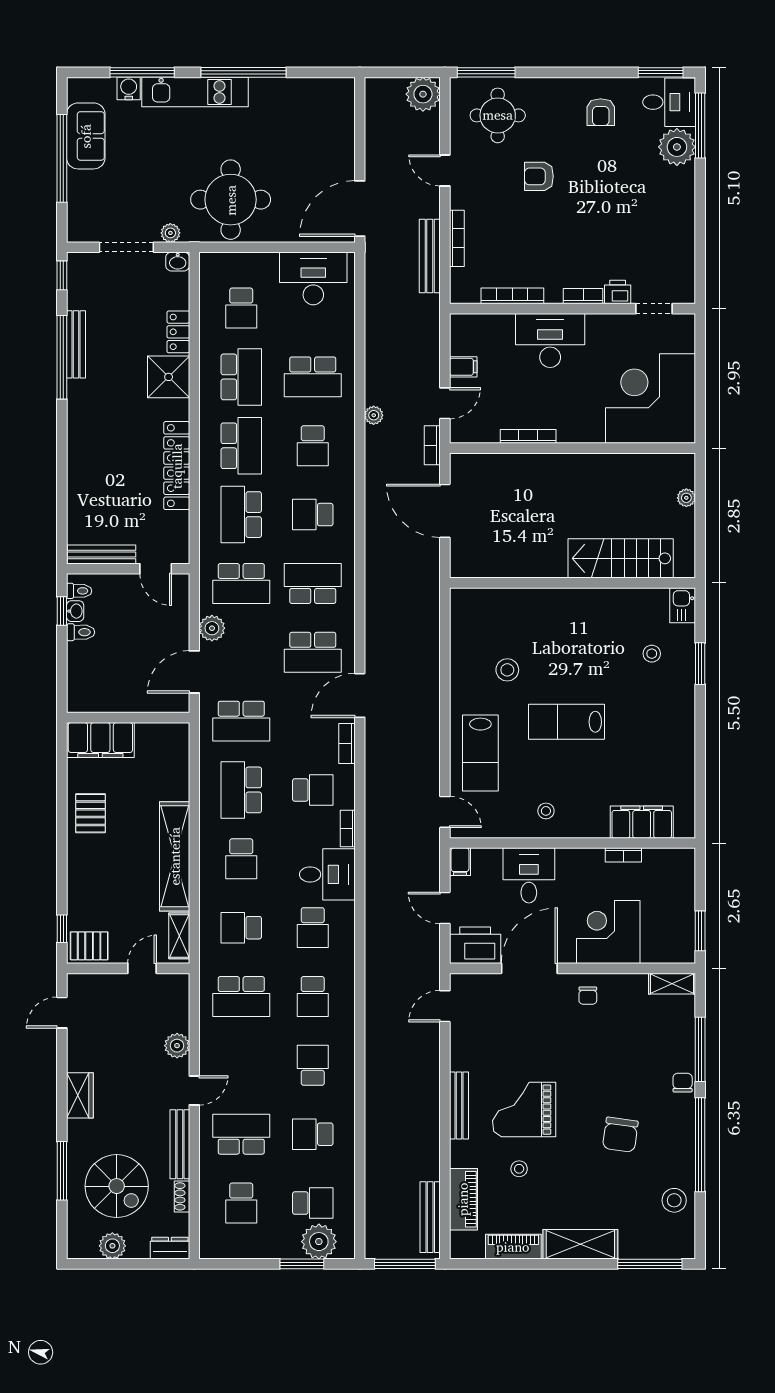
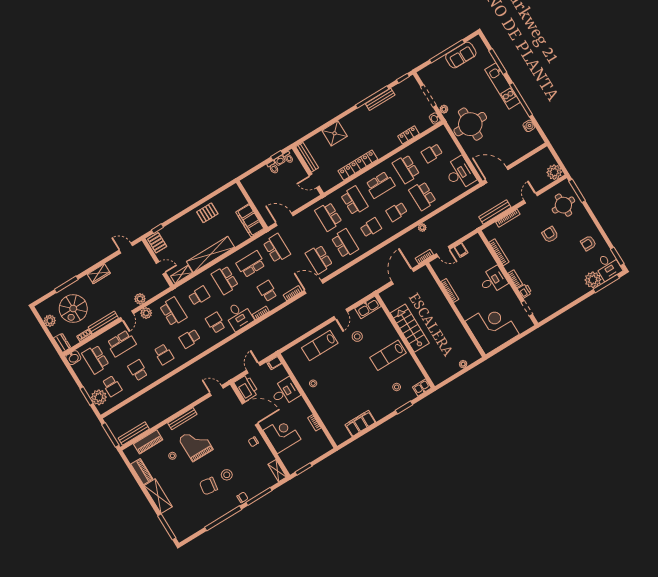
water cooler: (129, 88) -> (529, 126), moved
desk: (550, 340) -> (493, 280), width x0.73
shower: (169, 377) -> (335, 133), moved
school desk: (241, 377) -> (406, 169), turned 90
school desk: (241, 515) -> (354, 201), turned 90
school desk: (313, 515) -> (371, 228), turned 90
stairs: (621, 558) -> (410, 328), moved
door: (156, 569) -> (314, 181), hinge flipped
kitchen sink: (464, 614) -> (368, 307), added
plant: (212, 628) -> (146, 313), moved
school desk: (241, 721) -> (277, 248), turned 180
lab bench: (567, 722) -> (388, 355), moved, turned -90
filing cabinet: (100, 740) -> (250, 220), moved
school desk: (313, 790) -> (267, 291), turned 180
door: (445, 812) -> (341, 314), moved
filing cabinet: (642, 822) -> (360, 423), moved, turned -90
school desk: (241, 859) -> (225, 280), width x1.85
school desk: (241, 928) -> (199, 296), turned 90
school desk: (313, 928) -> (216, 323), turned 90
school desk: (241, 996) -> (173, 312), turned 180
school desk: (313, 1065) -> (164, 354), turned 90
door: (194, 1090) -> (127, 316), hinge flipped
school desk: (241, 1134) -> (121, 343), turned 90
stool: (674, 1200) -> (227, 475), moved
school desk: (241, 1203) -> (96, 359), width x1.85
washbasin: (212, 1244) -> (73, 358), added

